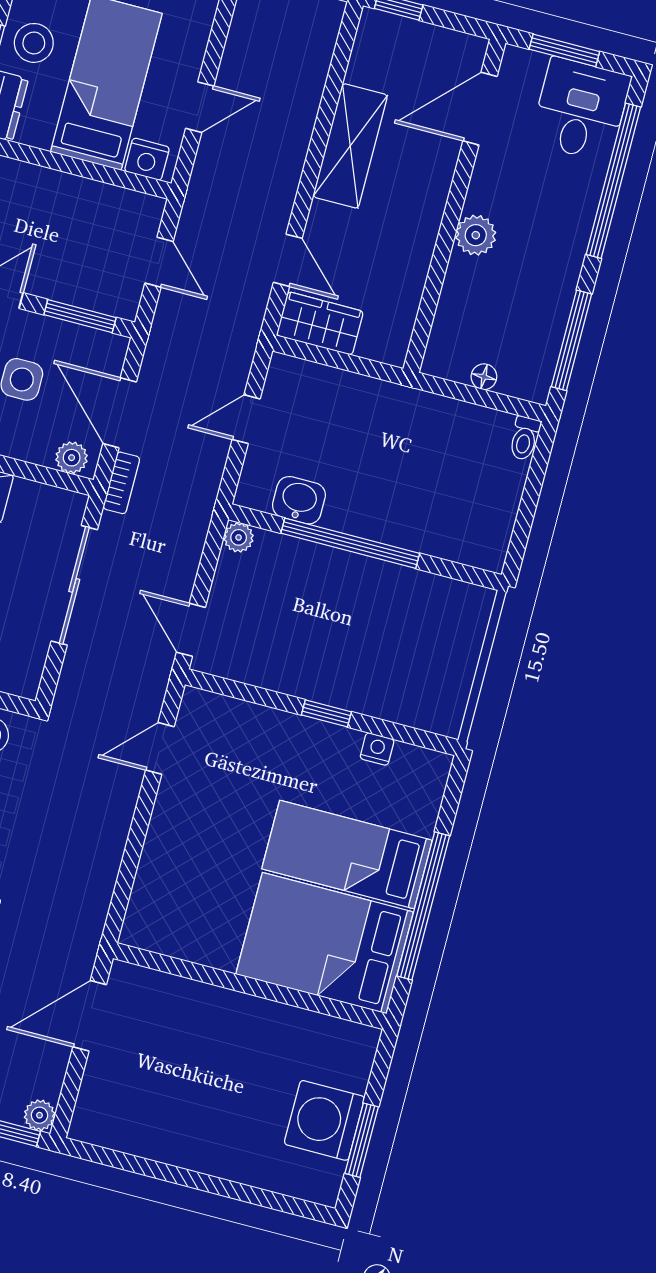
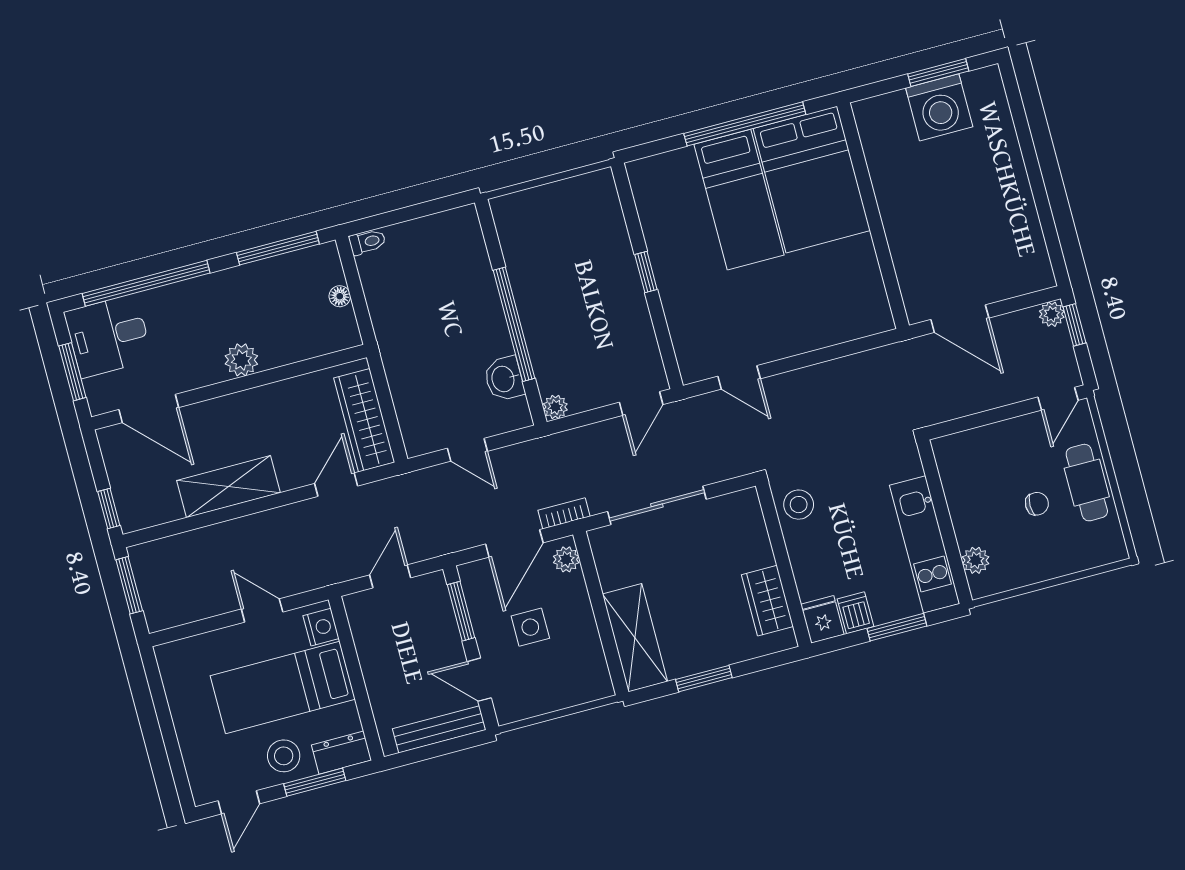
wardrobe: (320, 323) -> (364, 420), width x1.50
nightstand: (377, 749) -> (651, 221), removed

